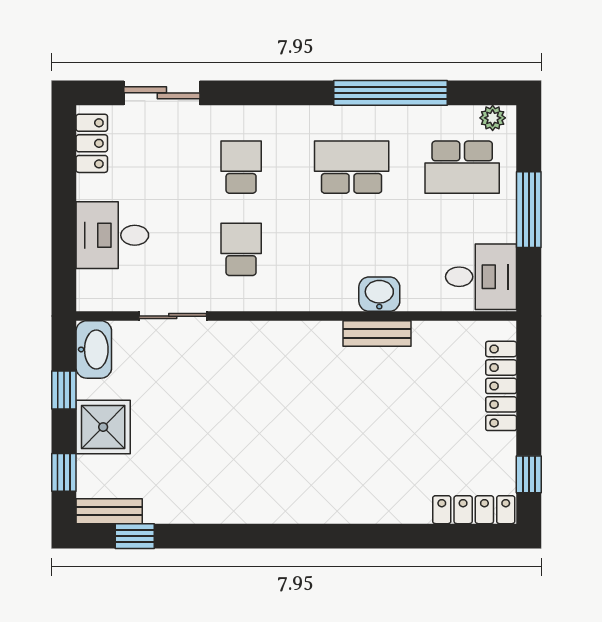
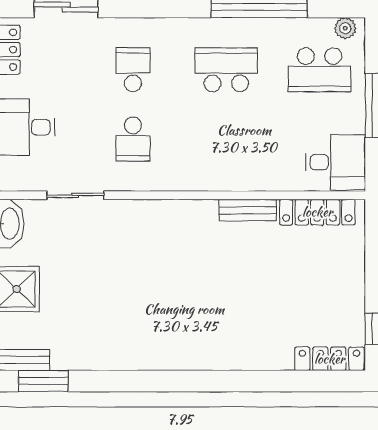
school desk: (241, 249) -> (133, 139), turned 180
washbasin: (379, 294) -> (250, 177), removed
locker: (501, 386) -> (317, 212), moved, turned -90
window: (135, 536) -> (43, 381), width x1.50

